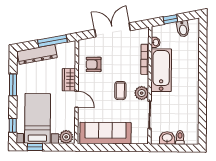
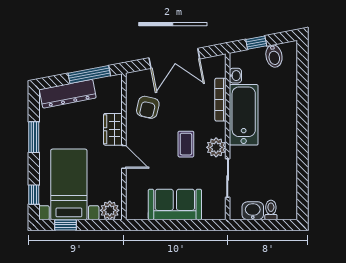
double door: (113, 30) -> (174, 58), swing flipped
armchair: (94, 64) -> (148, 107), turned -77
sofa: (105, 133) -> (175, 204), width x0.73

